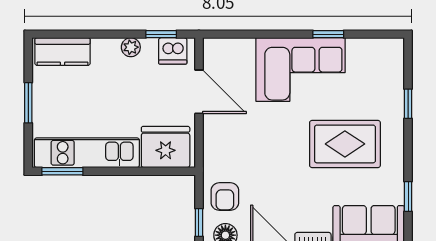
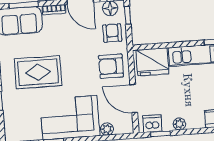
plant: (244, 48) -> (107, 129), added
armchair: (231, 145) -> (111, 66), added

